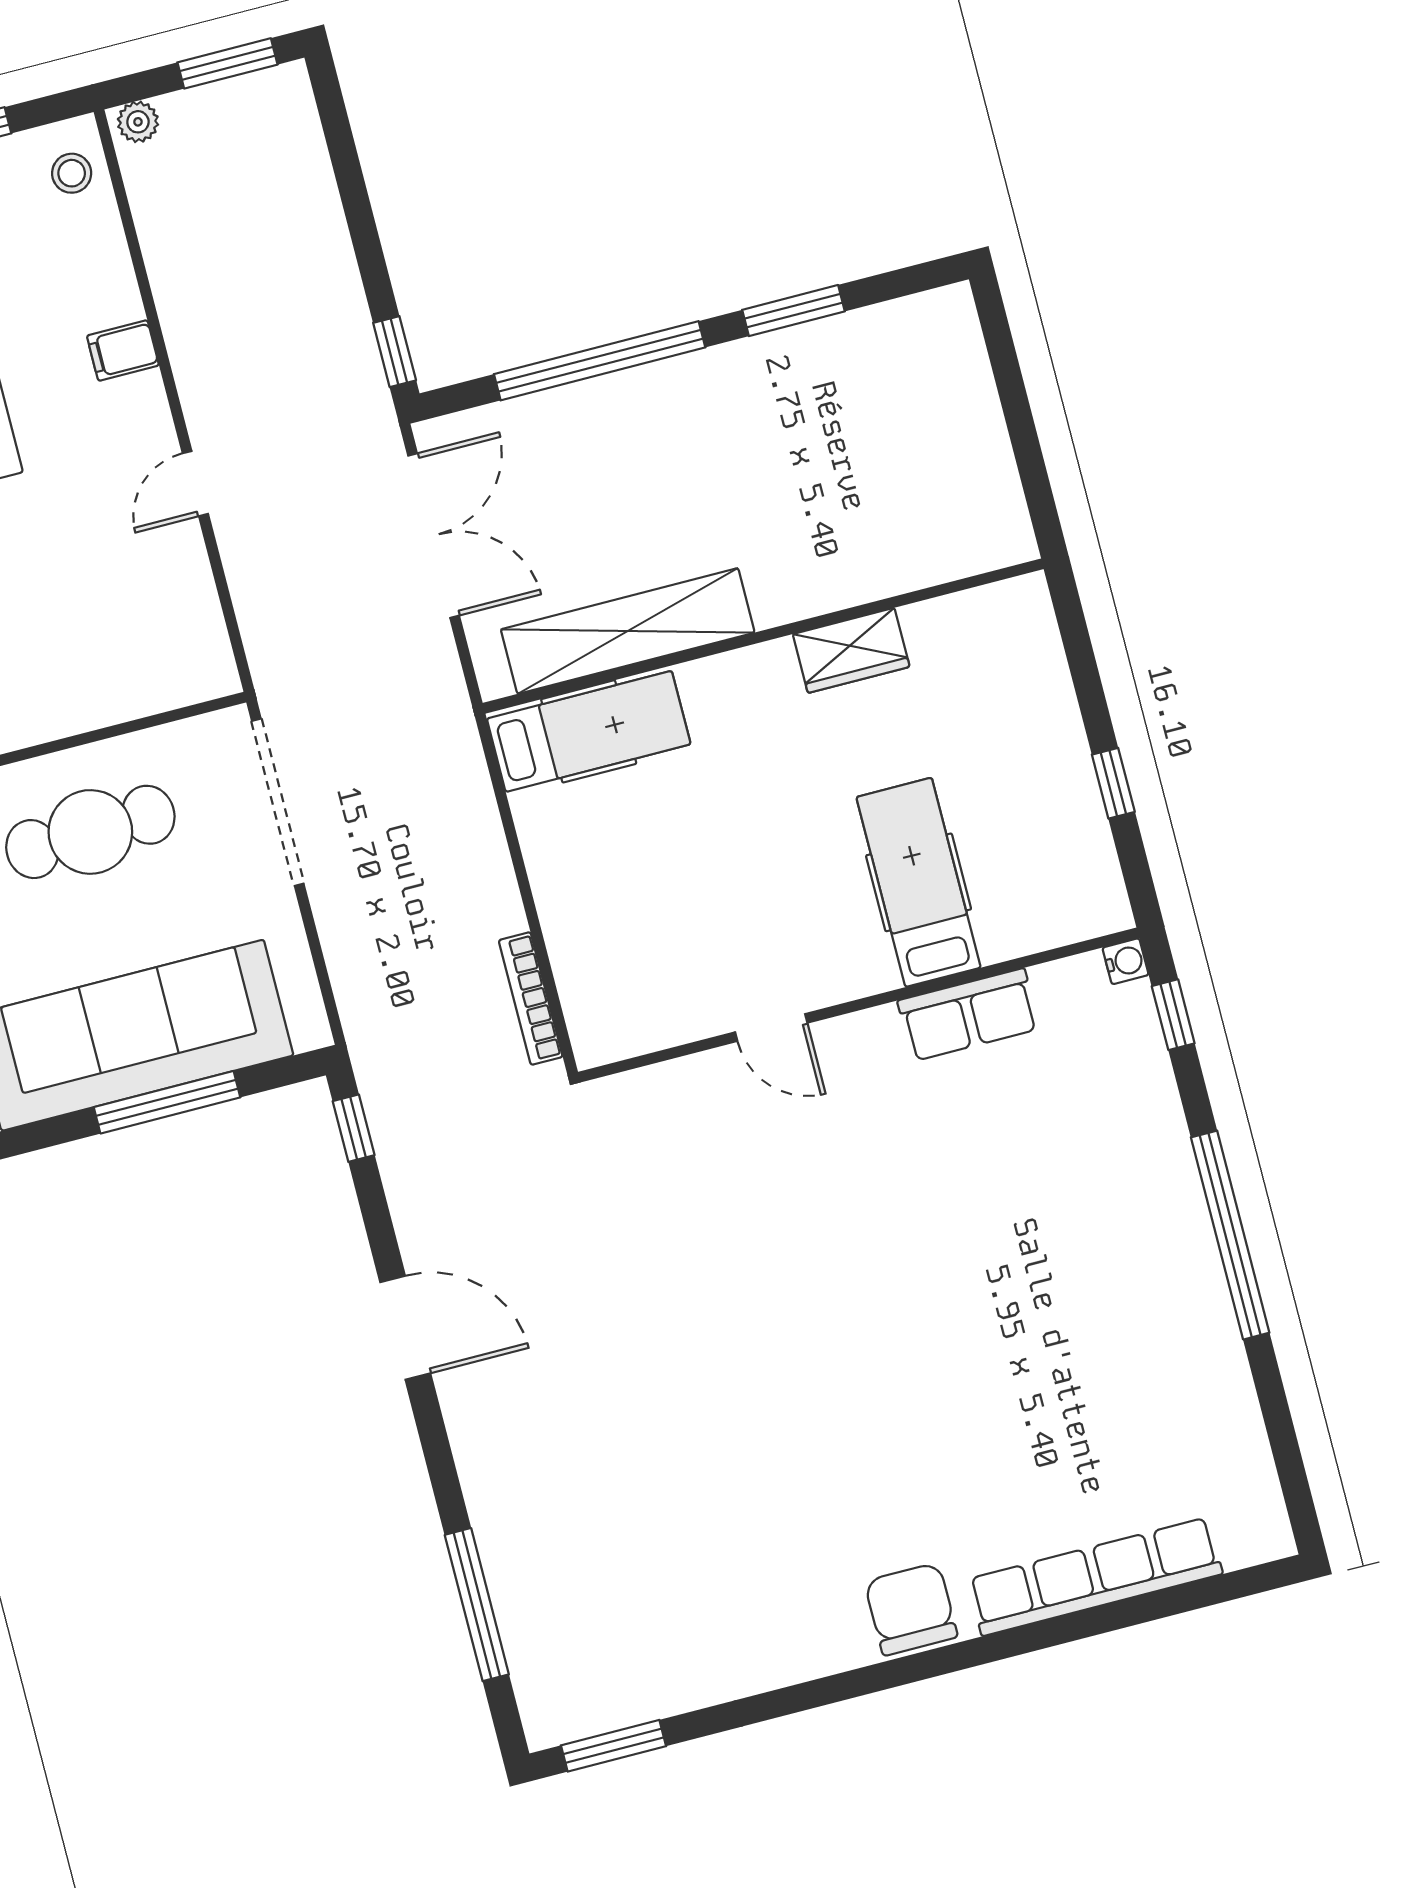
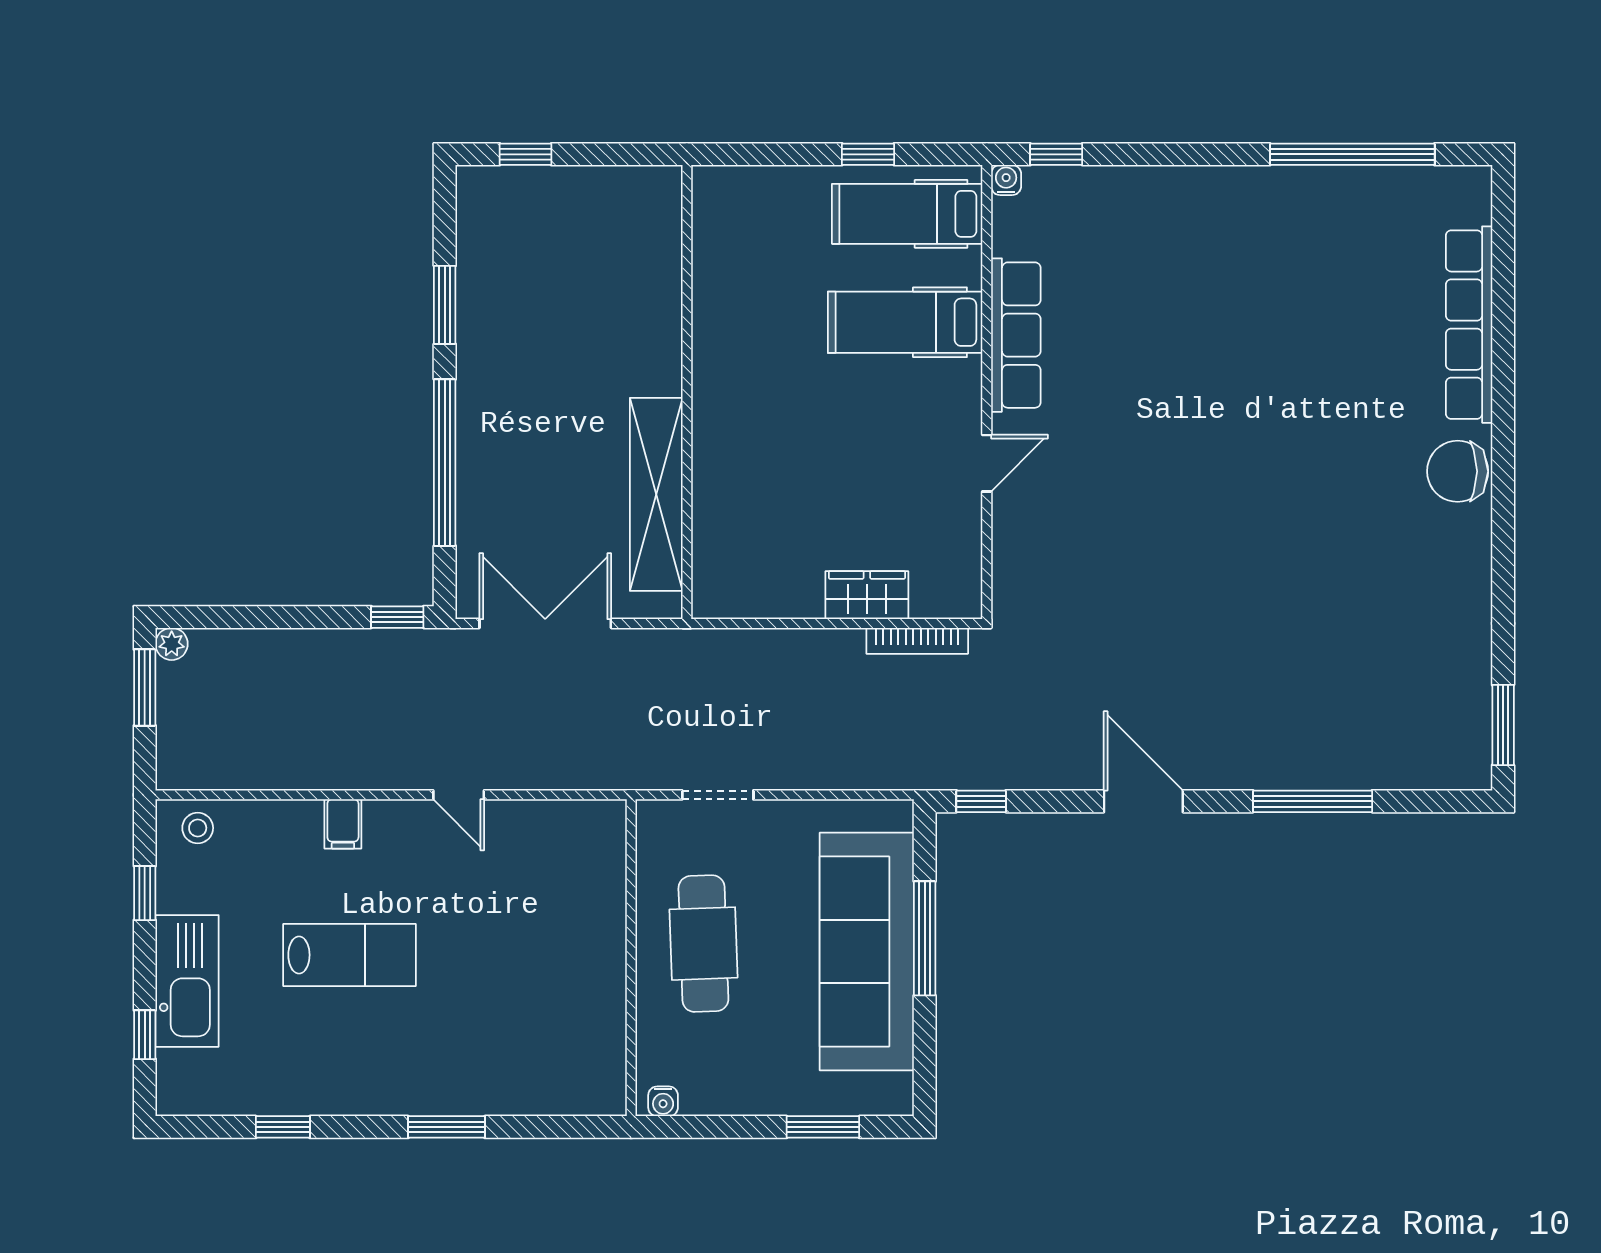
plant: (138, 122) -> (172, 644), moved
window: (1004, 362) -> (525, 154), added
wardrobe: (851, 650) -> (867, 595), moved, turned -90
hospital bed: (589, 731) -> (907, 214), moved, turned -90
doorway: (278, 802) -> (718, 795), width x0.53
row of seats: (969, 1015) -> (1016, 335), width x1.48
window: (1230, 1235) -> (1352, 154), moved
door: (405, 1328) -> (1143, 801), hinge flipped
window: (477, 1605) -> (1313, 801), moved

